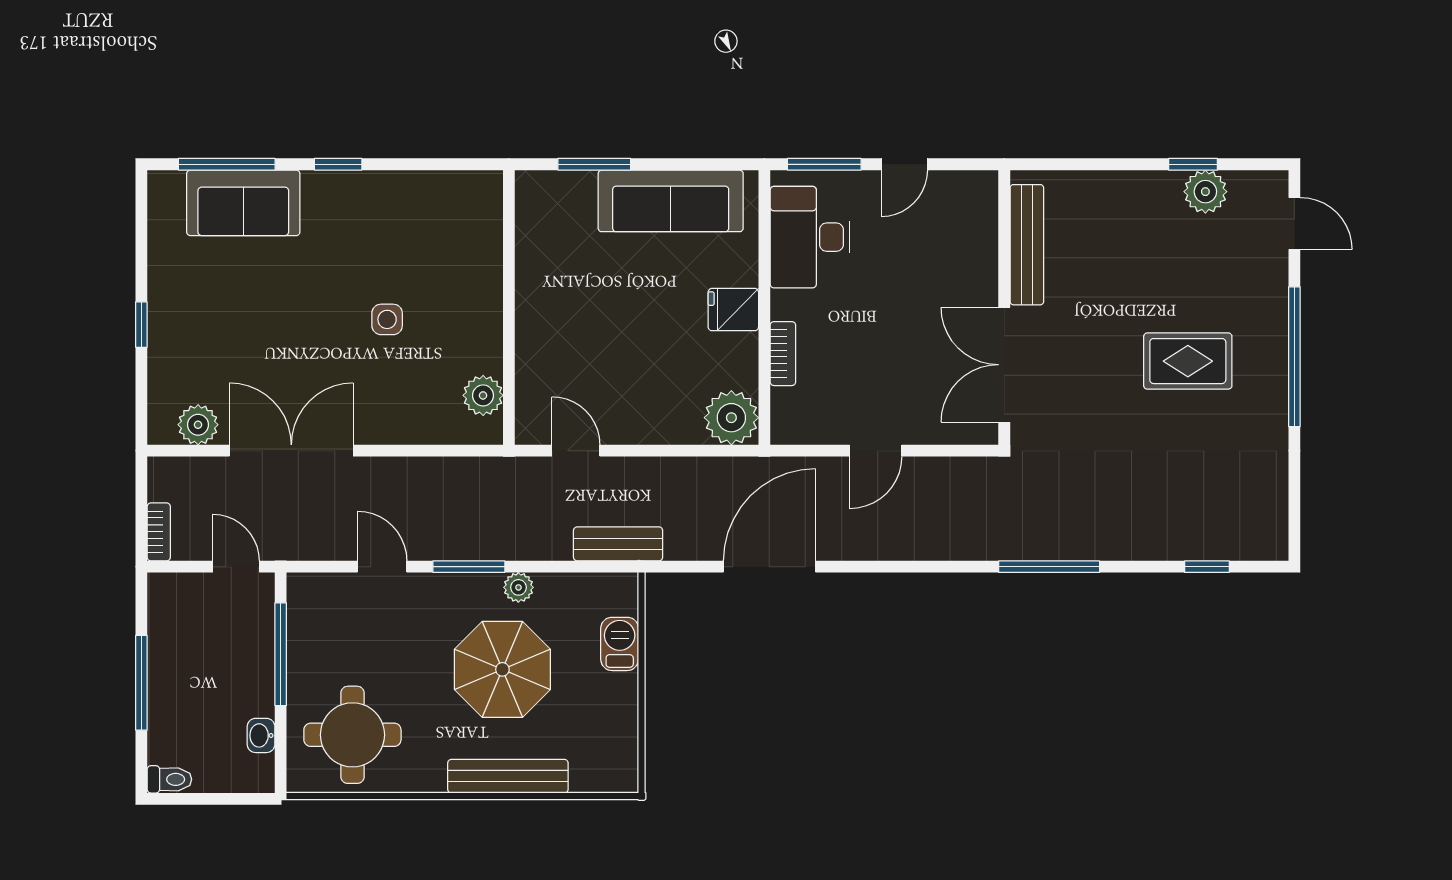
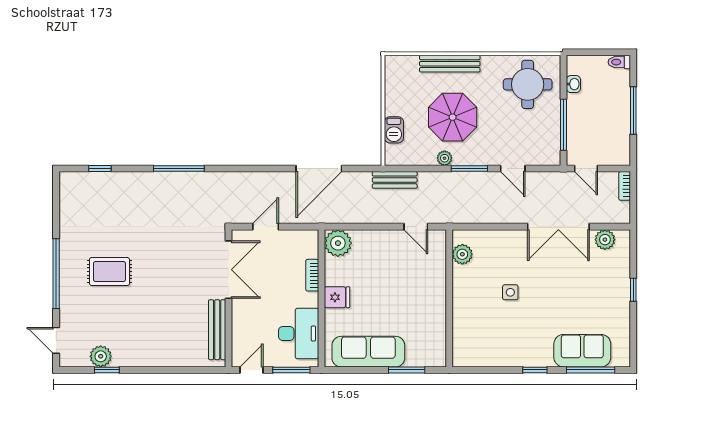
bench: (1027, 245) -> (217, 330), moved
wall: (1004, 307) -> (229, 298), moved
double door: (1004, 365) -> (229, 270), moved

